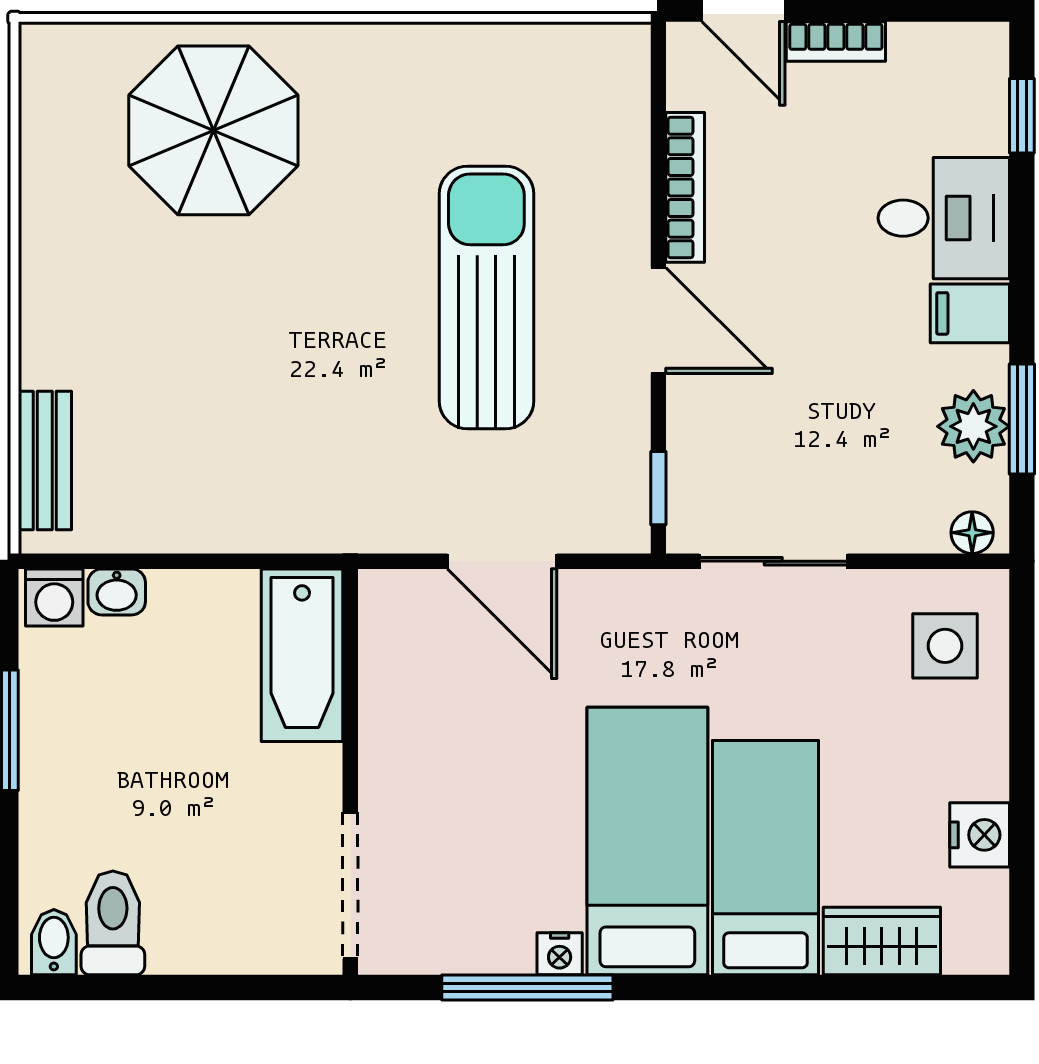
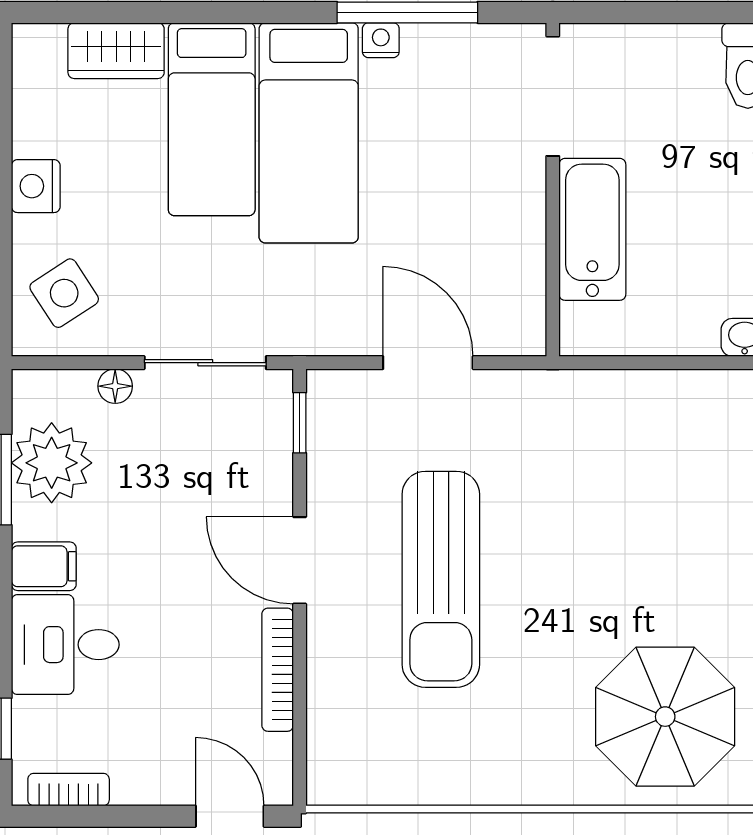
bookcase: (836, 42) -> (69, 790), moved
plant: (973, 426) -> (52, 463), width x1.36, depth x1.36
floor lamp: (972, 533) -> (115, 386), moved
side table: (945, 646) -> (64, 293), turned -33
bathtub: (302, 655) -> (592, 229), moved
nightstand: (980, 835) -> (36, 186), moved

